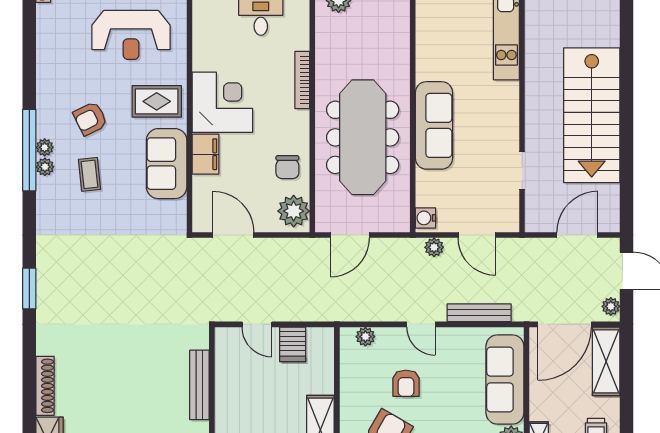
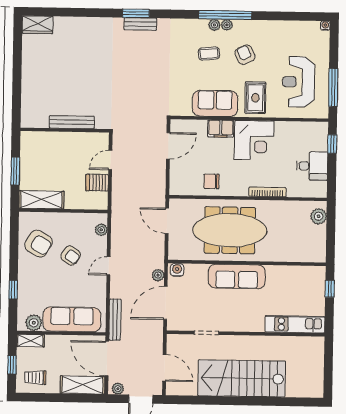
plant: (294, 211) -> (183, 185), removed
door: (477, 235) -> (165, 303), width x1.36
bench: (46, 281) -> (140, 24), added
bench: (479, 313) -> (115, 320), moved
armchair: (406, 383) -> (71, 255), turned -145
shoe rack: (45, 386) -> (73, 23), removed

